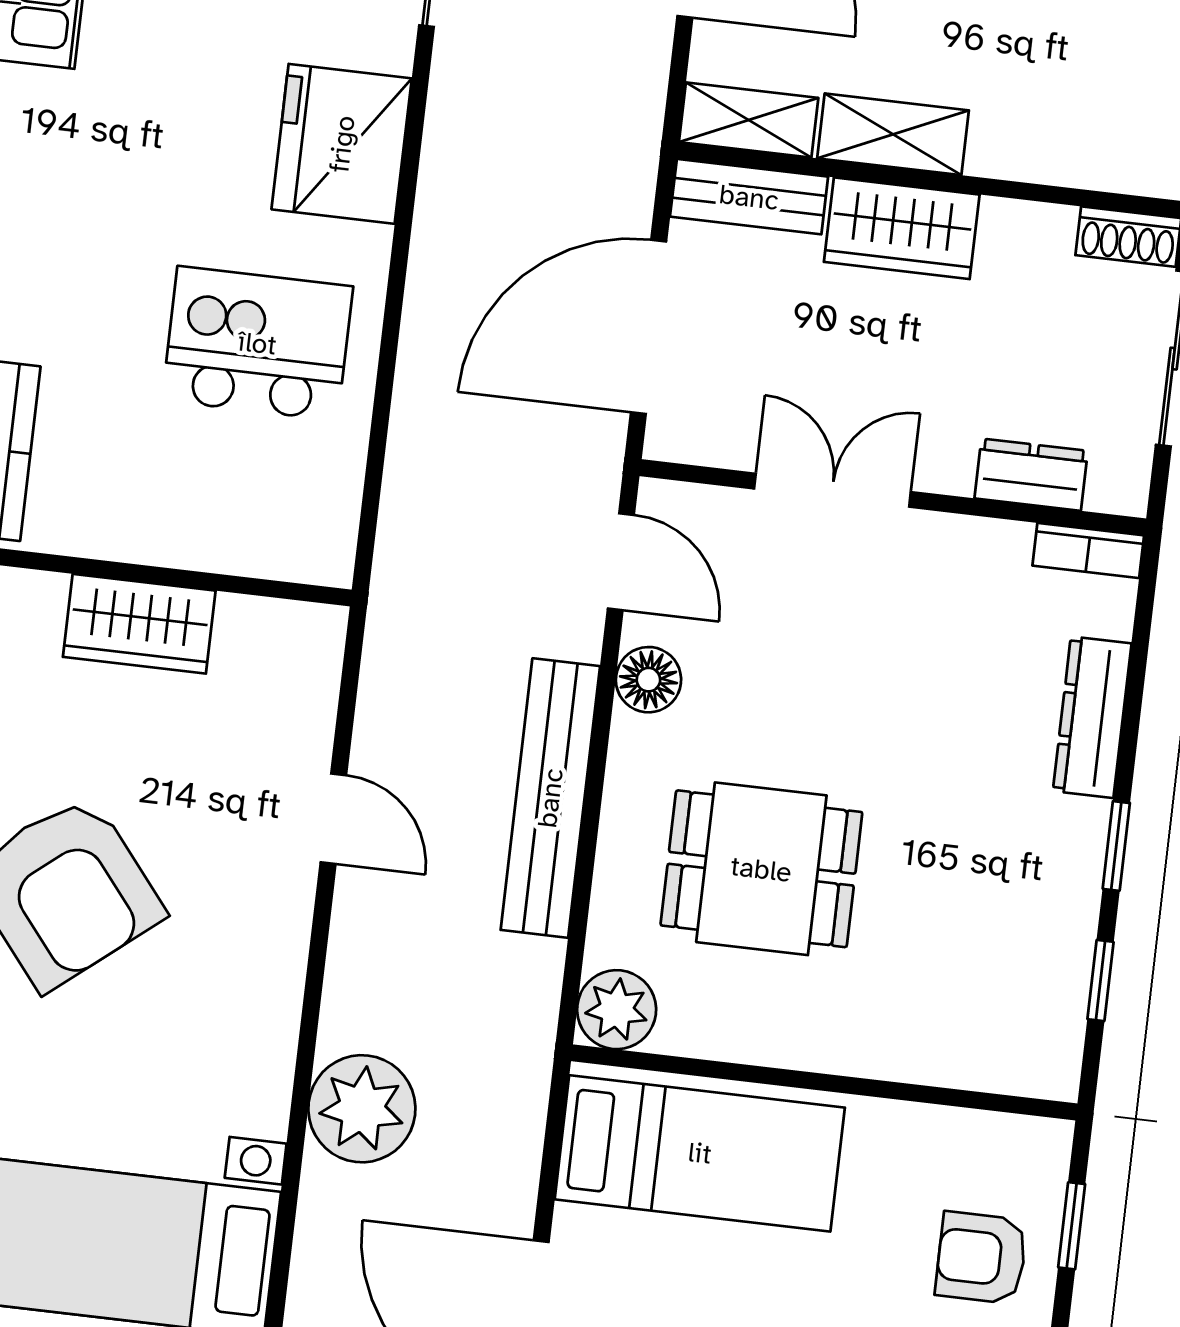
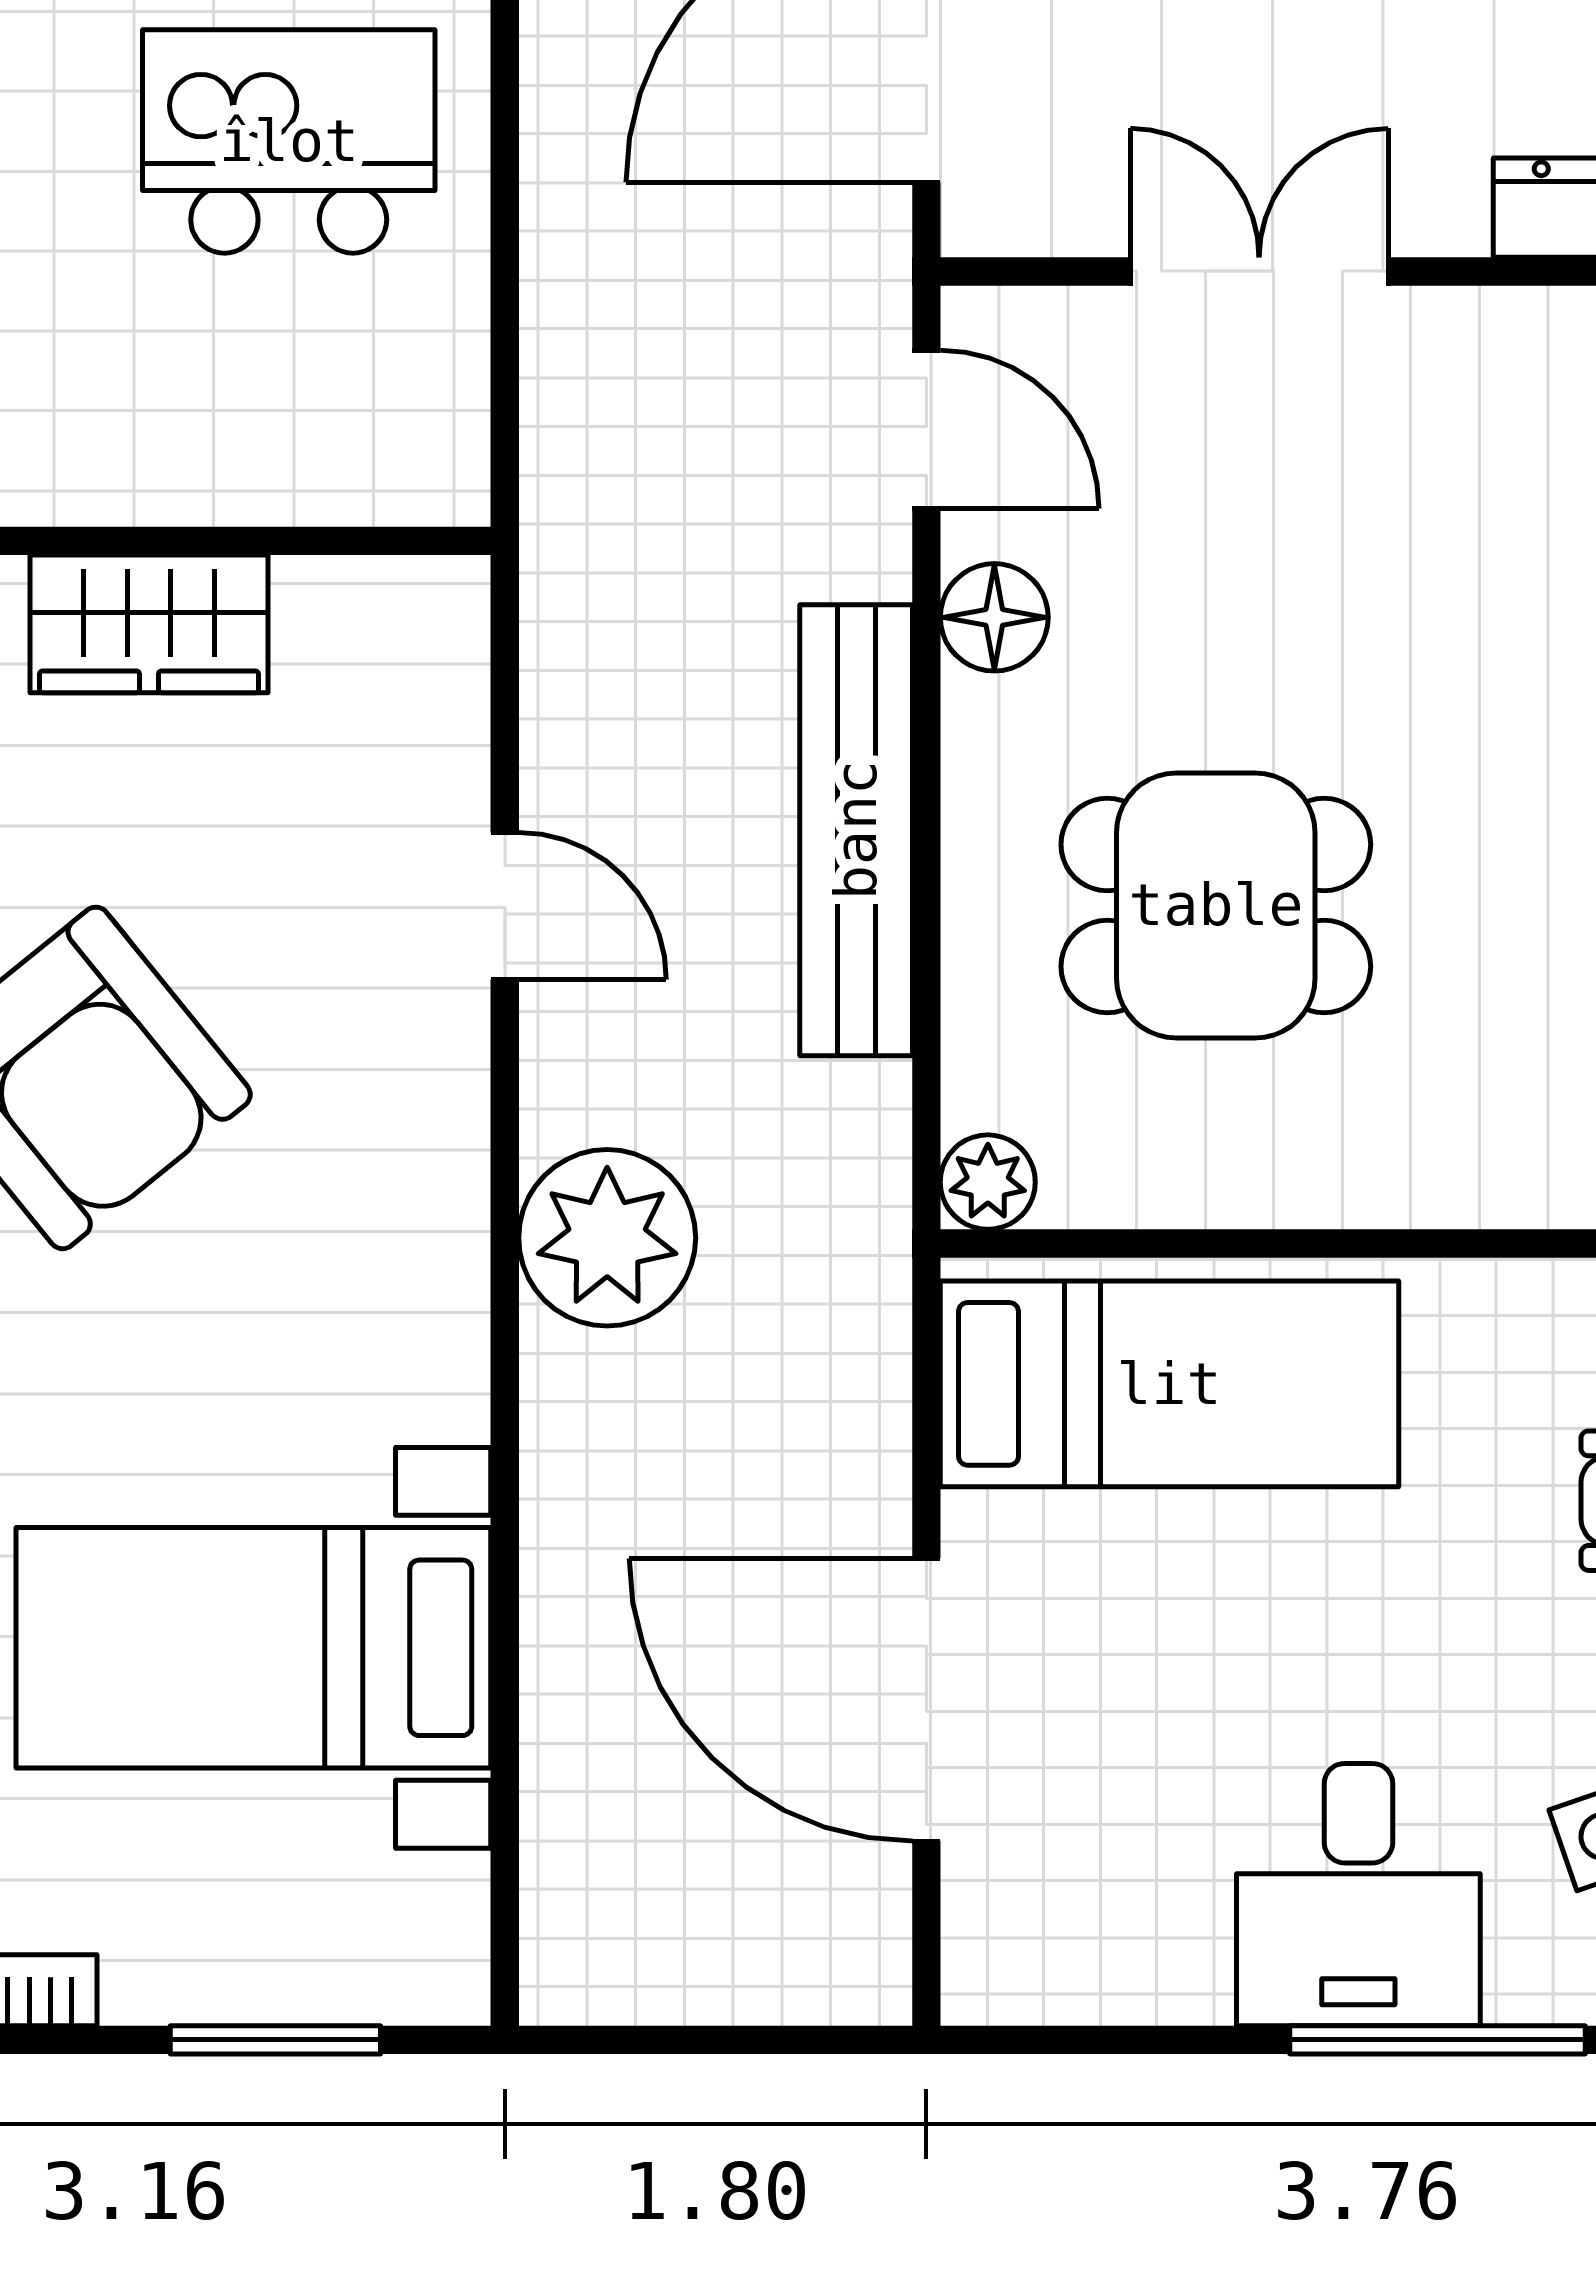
plant: (617, 1010) -> (988, 1182), width x0.73, depth x0.73
plant: (362, 1109) -> (607, 1238), moved

